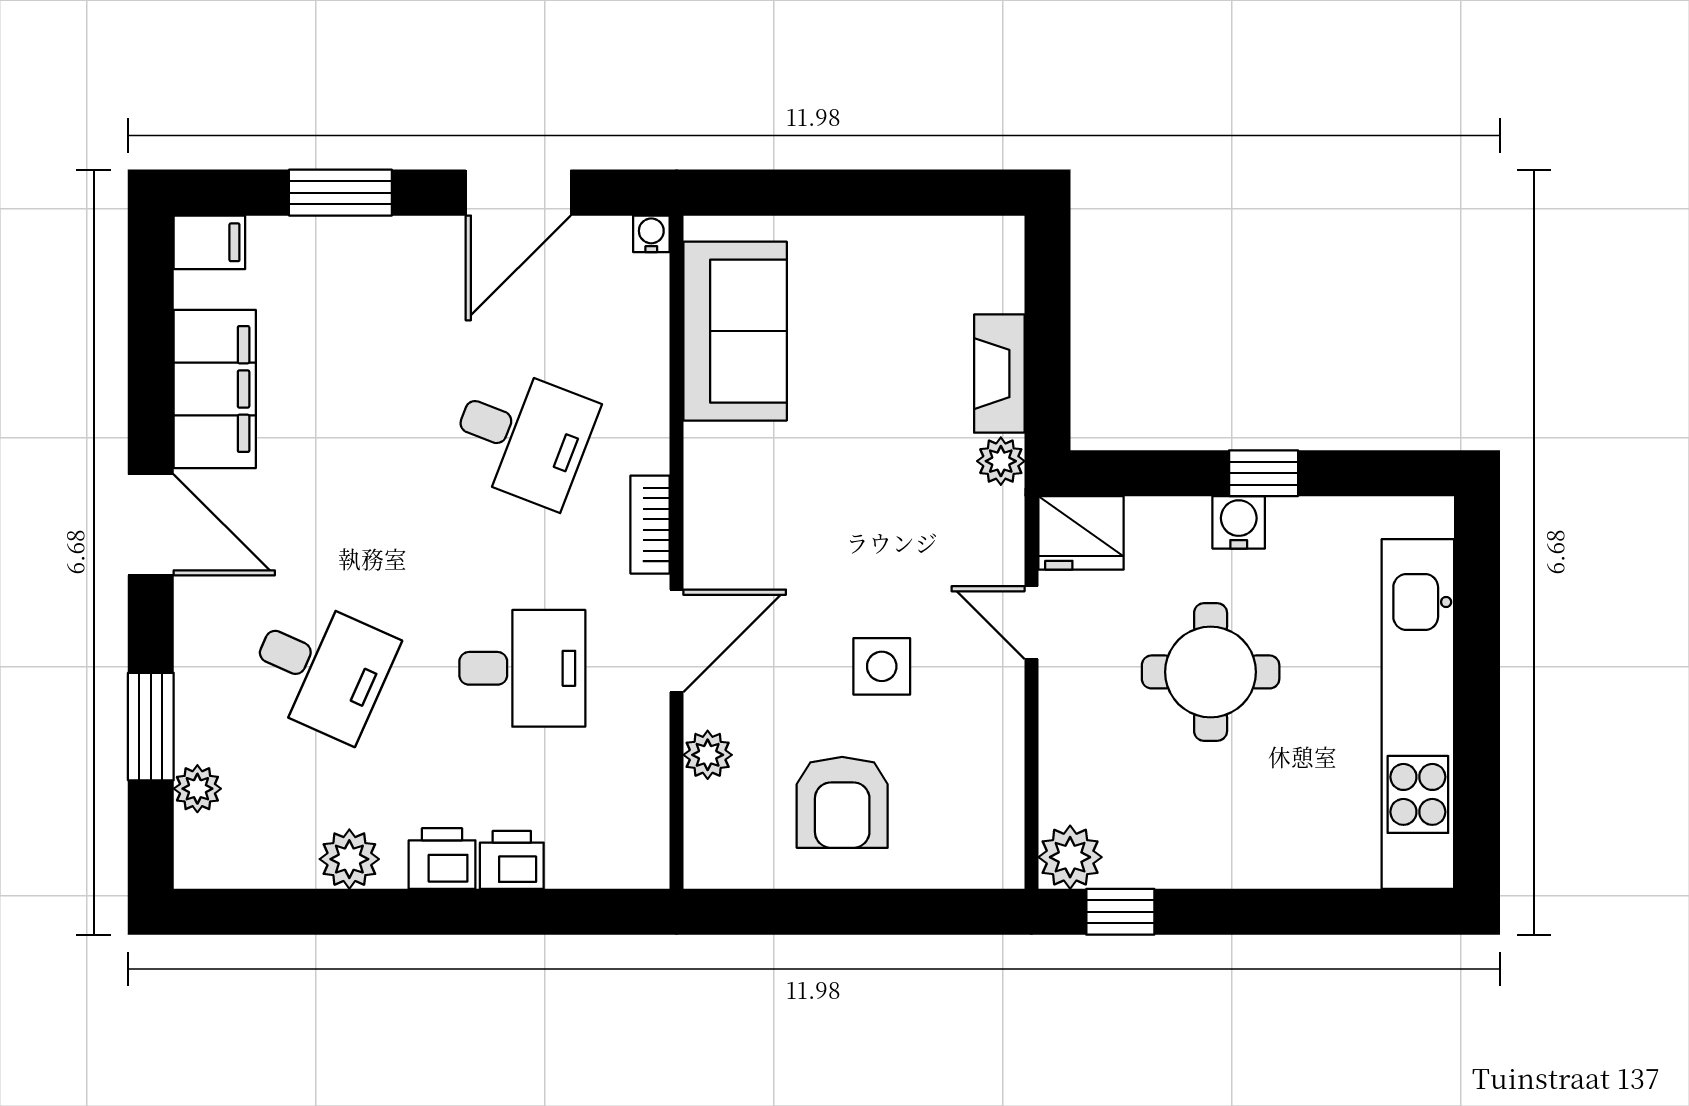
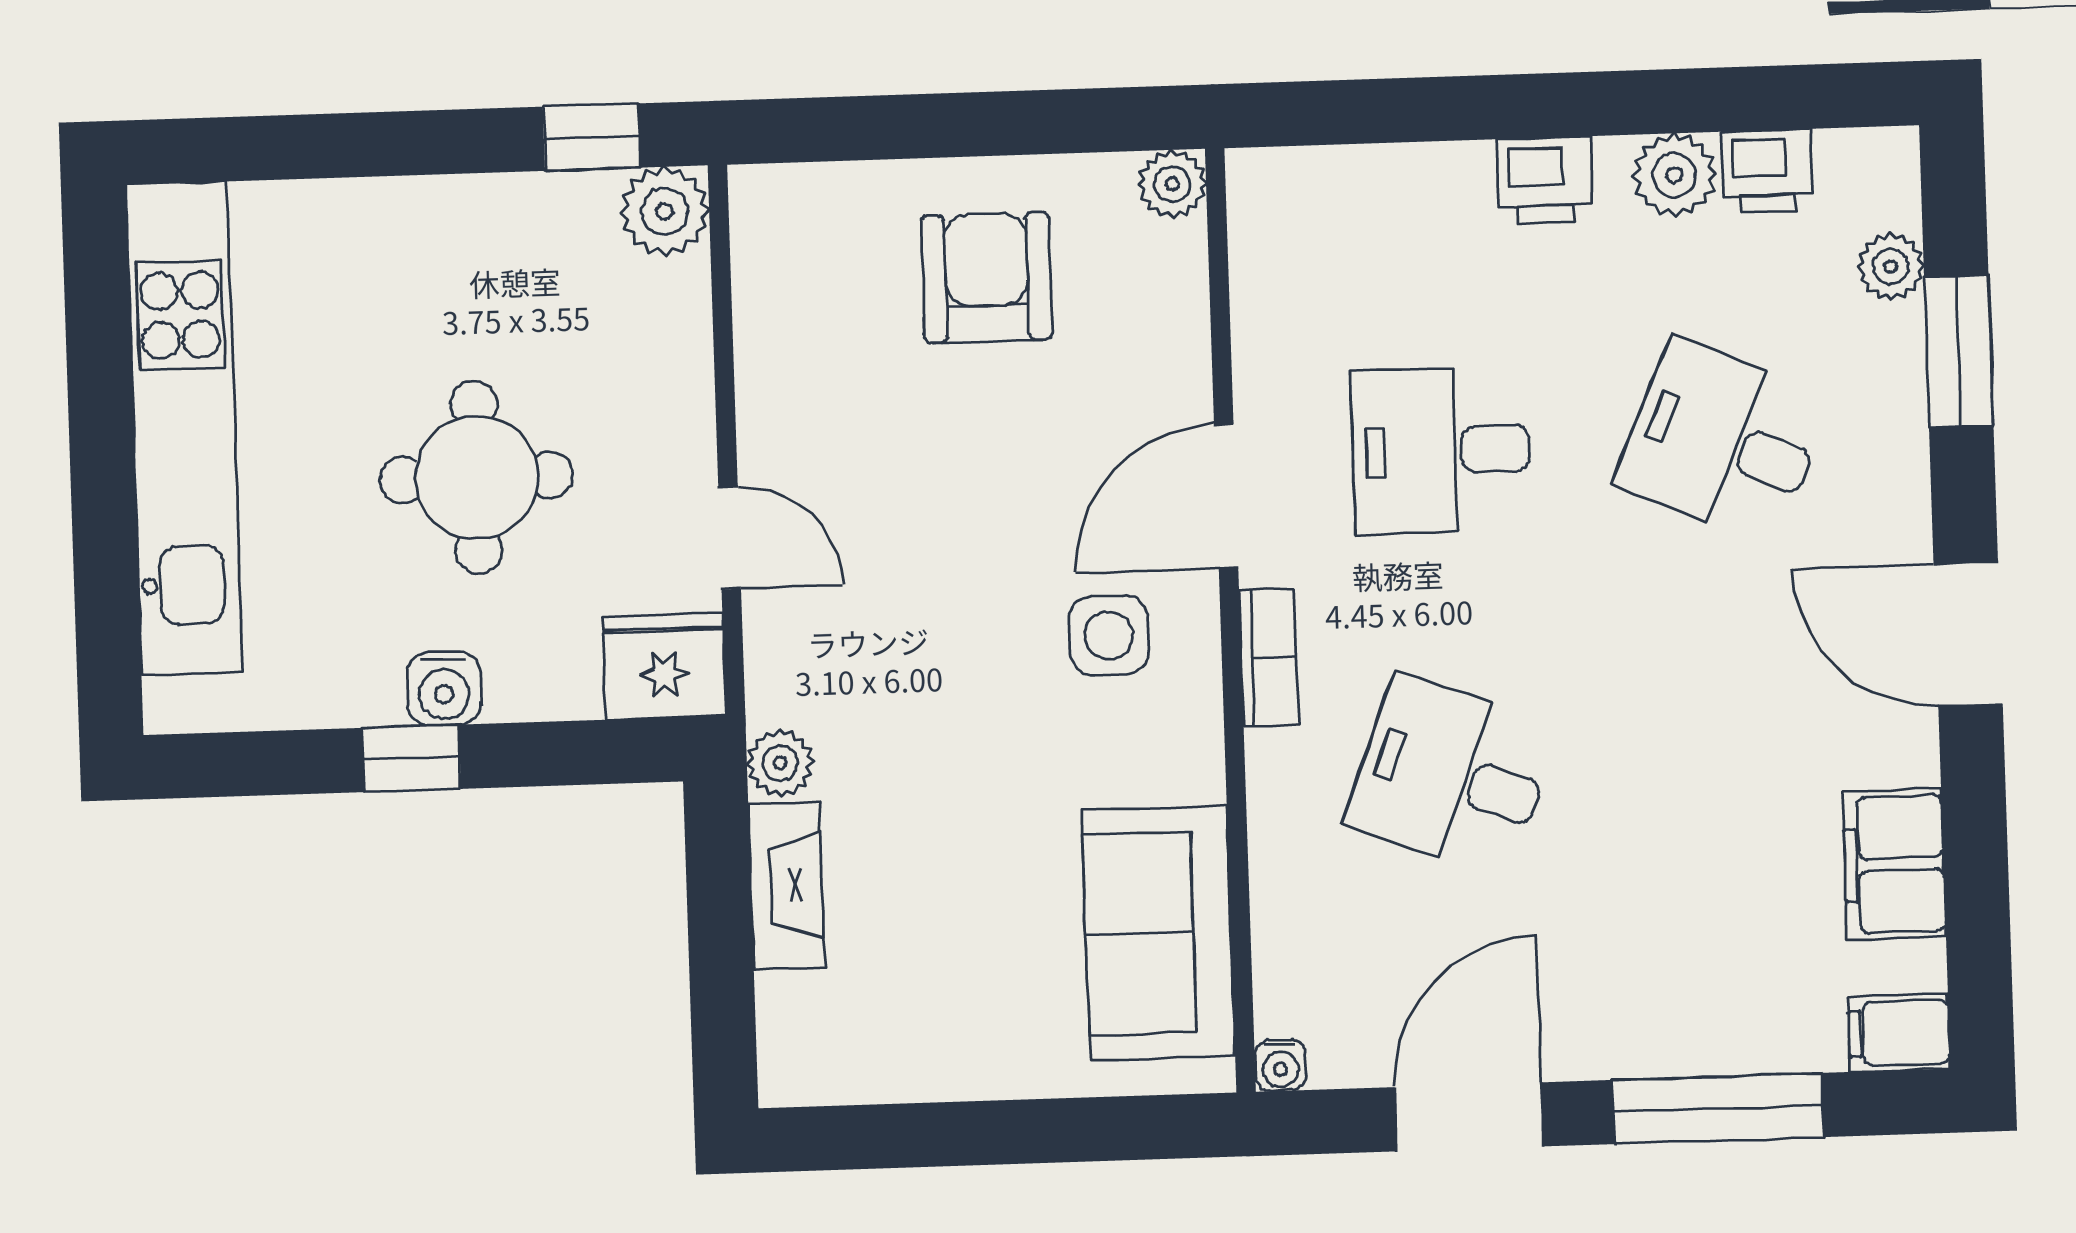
window: (340, 193) -> (1718, 1109), width x1.44
filing cabinet: (215, 389) -> (1894, 864), width x0.67, depth x0.86
side table: (882, 666) -> (1109, 635), moved
plant: (708, 755) -> (1172, 184), moved
printer: (512, 860) -> (1767, 171), moved

